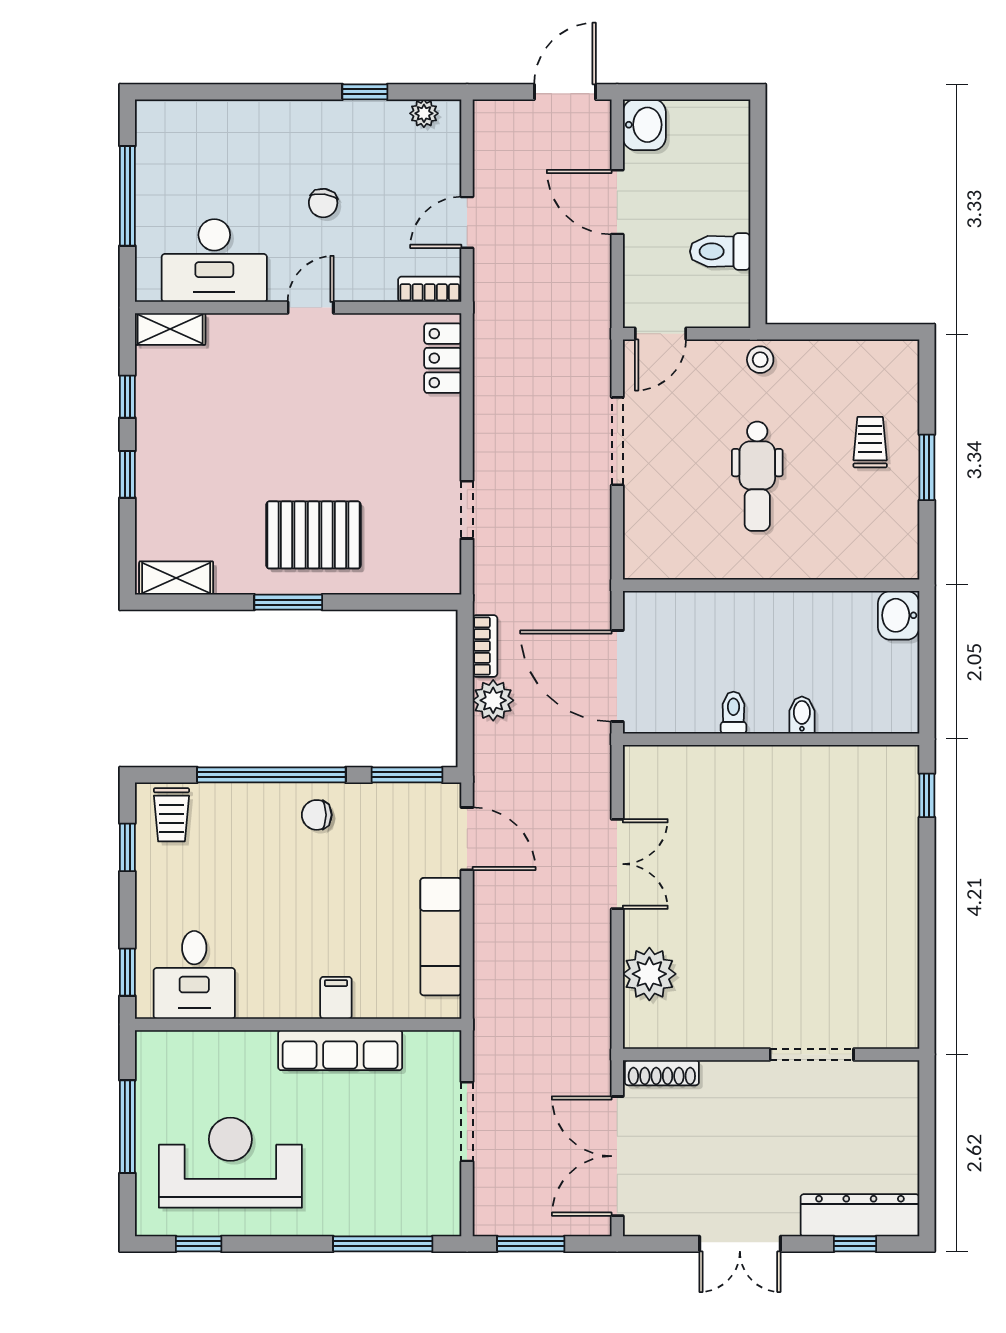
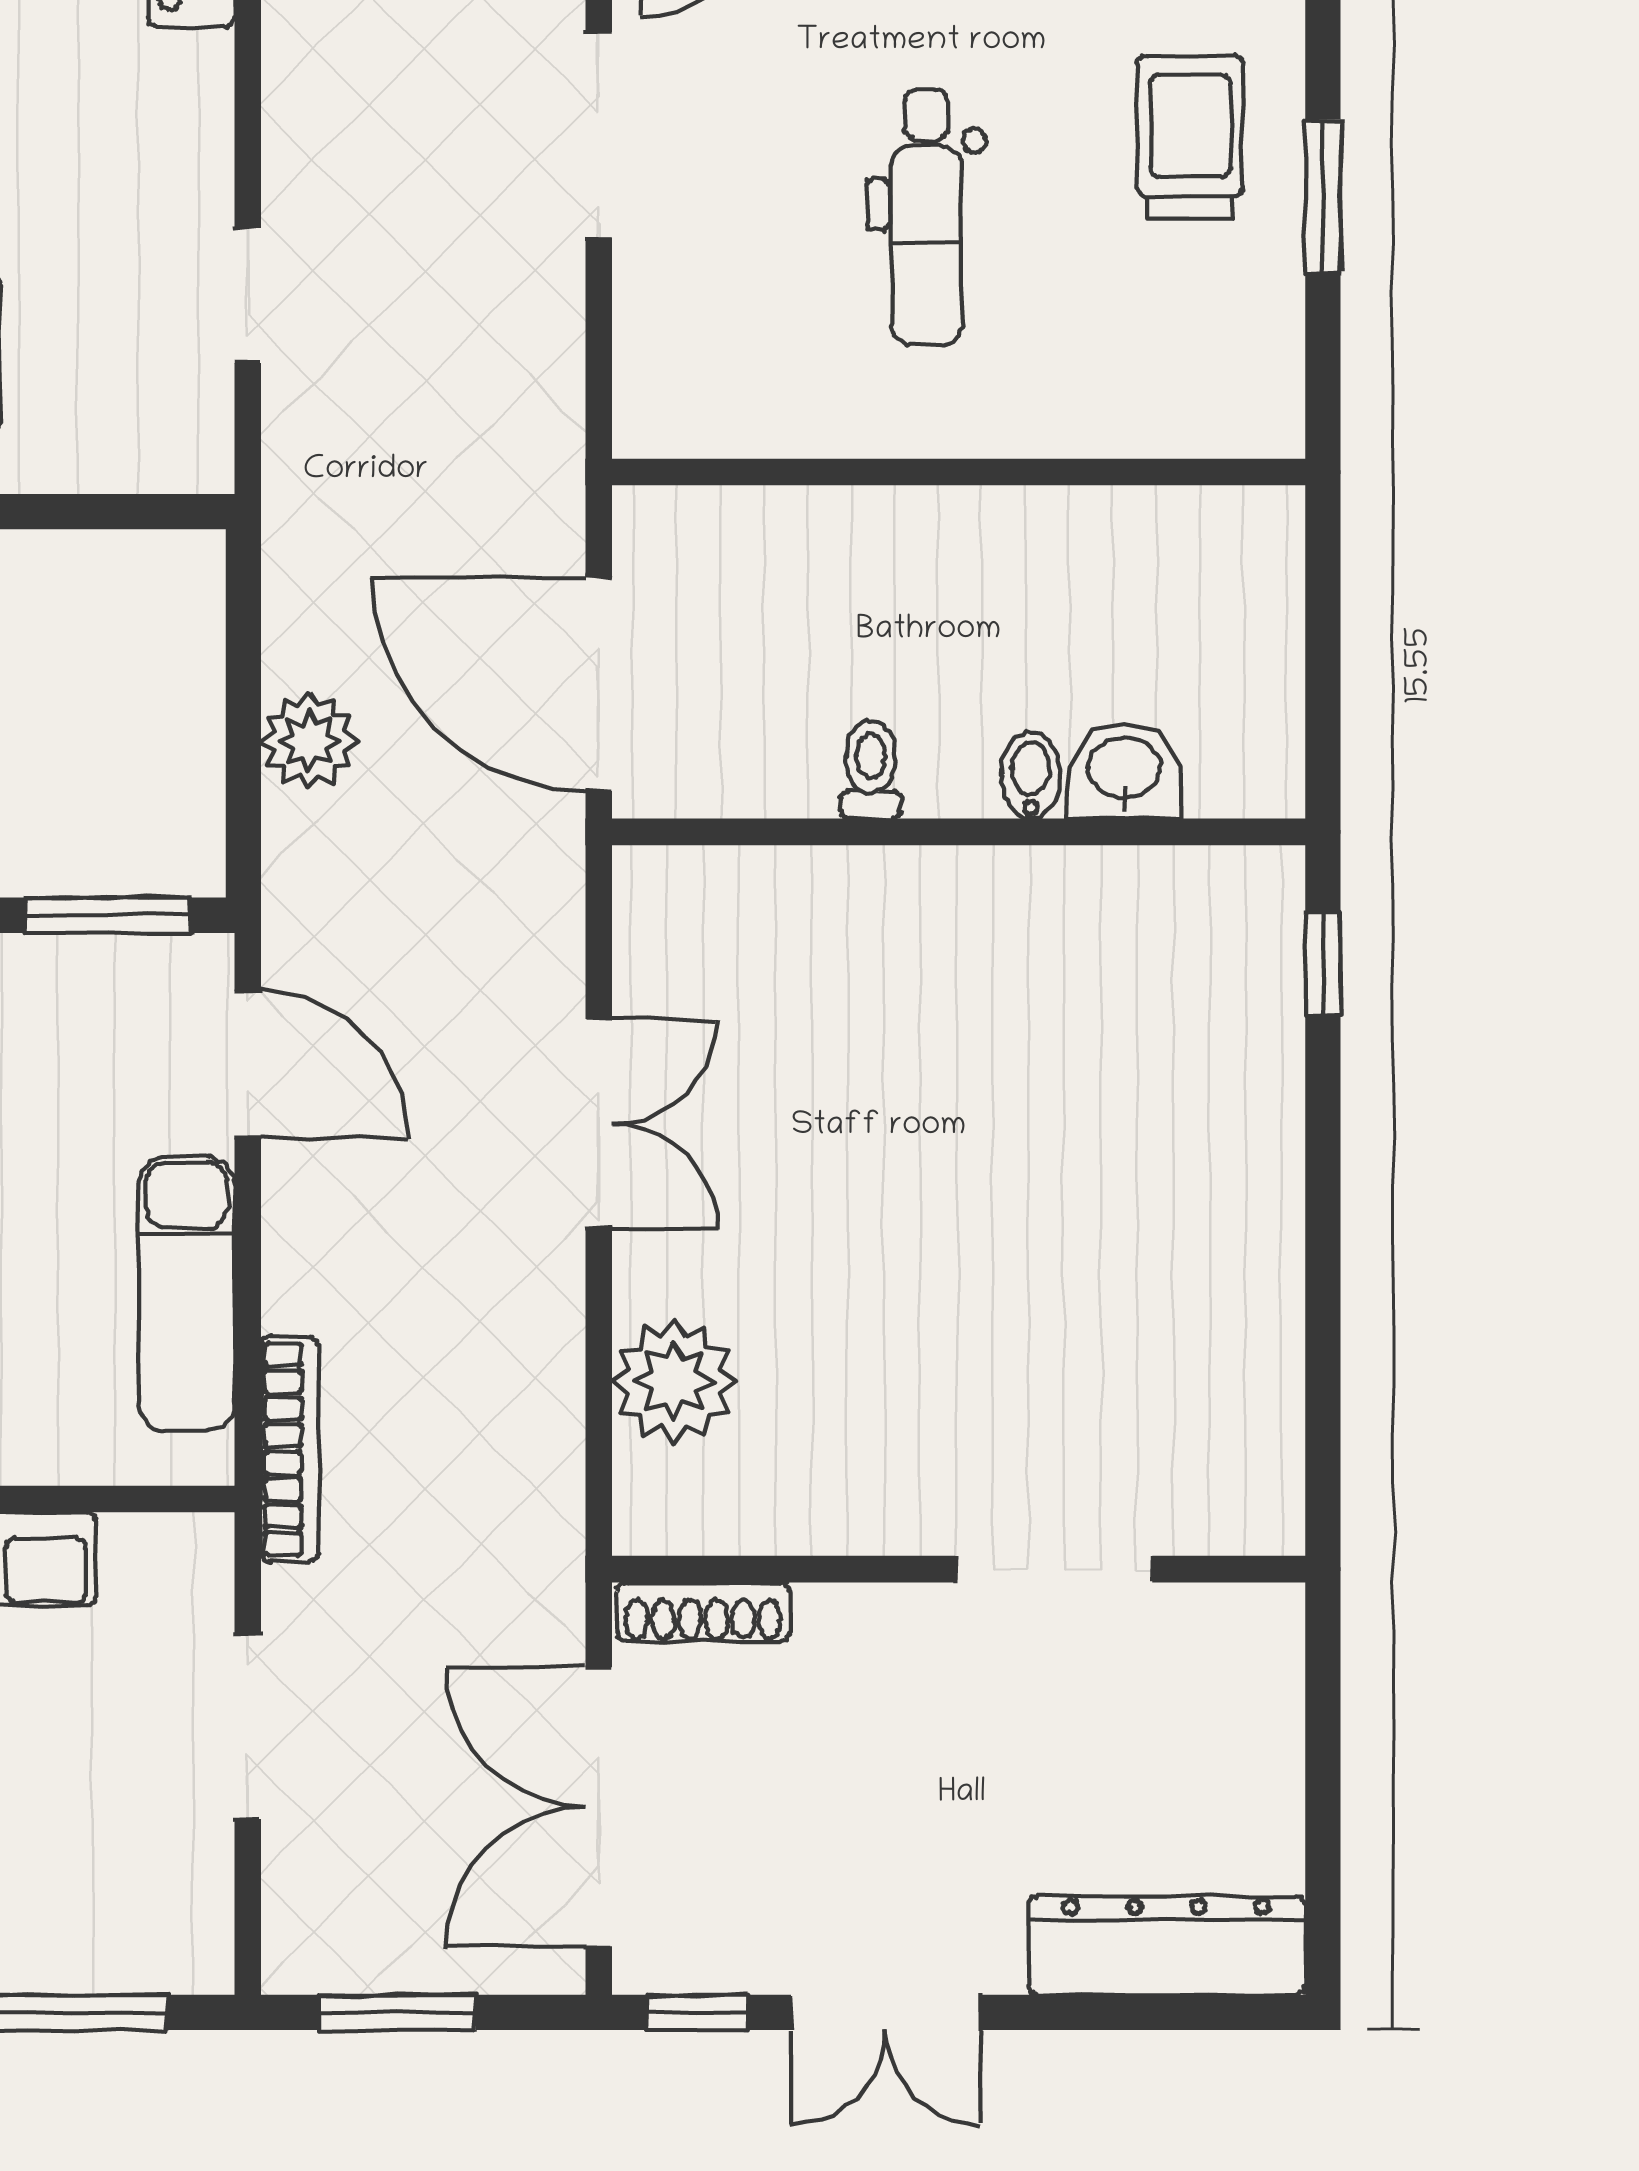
trolley: (870, 442) -> (1190, 137), width x1.36, depth x1.39
washbasin: (899, 615) -> (1124, 770), moved, turned 90
bookcase: (485, 646) -> (290, 1449), moved, width x1.56
window: (855, 1244) -> (697, 2012), moved

